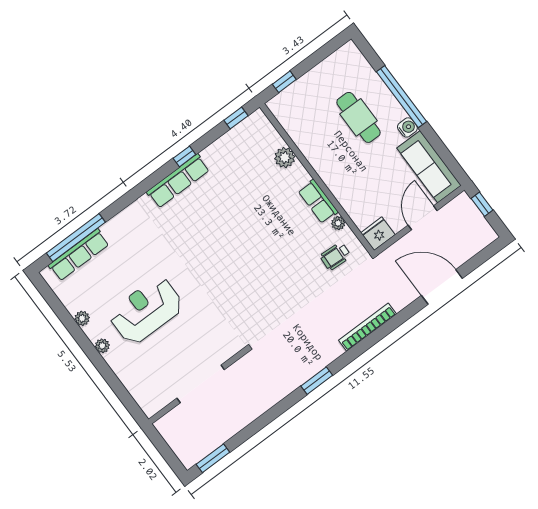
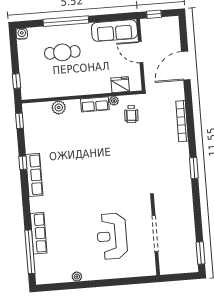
water cooler: (407, 127) -> (22, 34), moved
fridge: (378, 234) -> (120, 85), moved, turned 90
row of seats: (79, 255) -> (39, 233), moved
reception desk: (146, 310) -> (112, 236), moved
plant: (102, 346) -> (99, 275), removed

